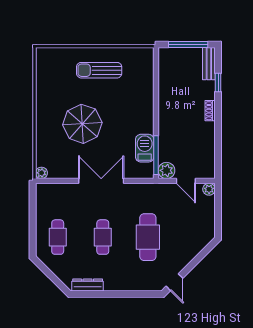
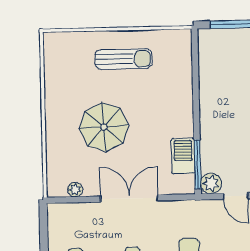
sun lounger: (99, 70) -> (123, 59), turned 180
plant: (41, 173) -> (75, 189), moved

